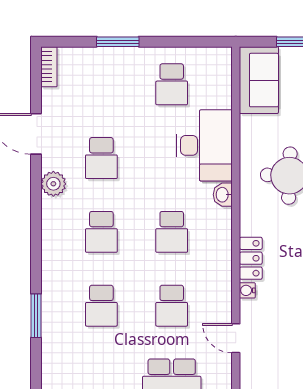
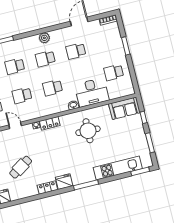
plant: (53, 184) -> (44, 38), moved
door: (236, 338) -> (15, 125), hinge flipped

